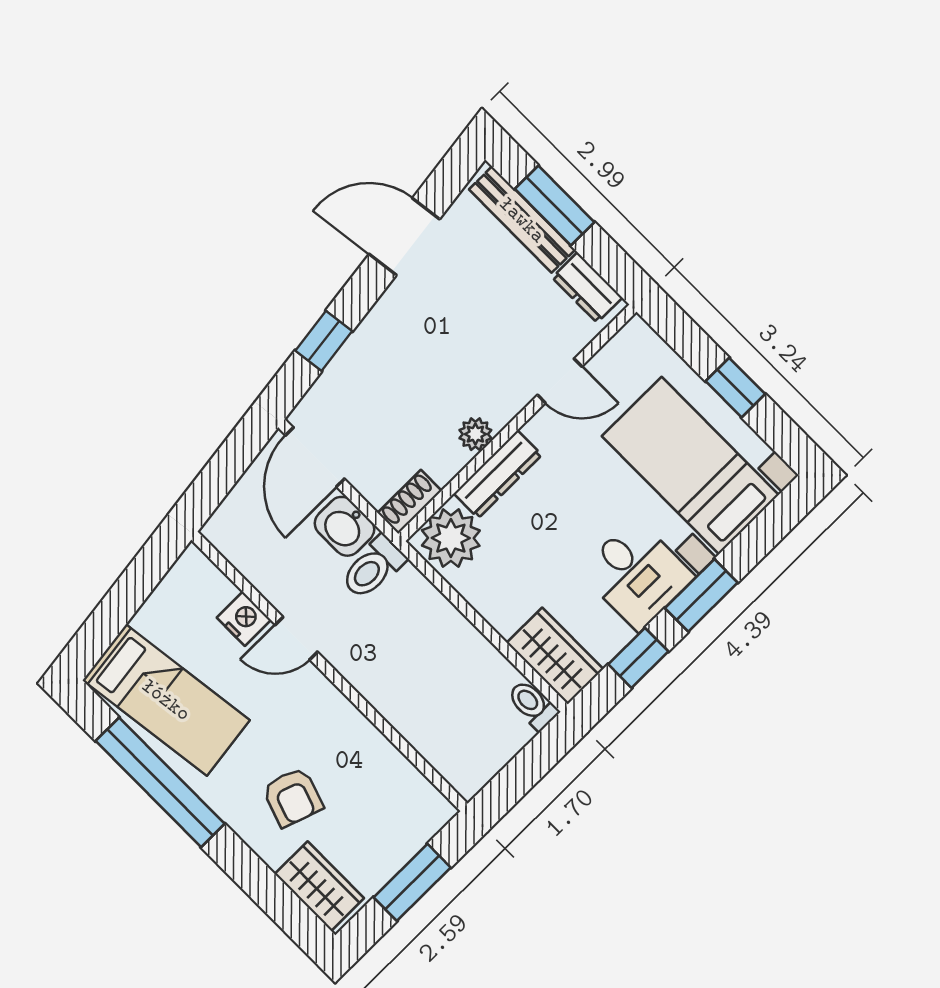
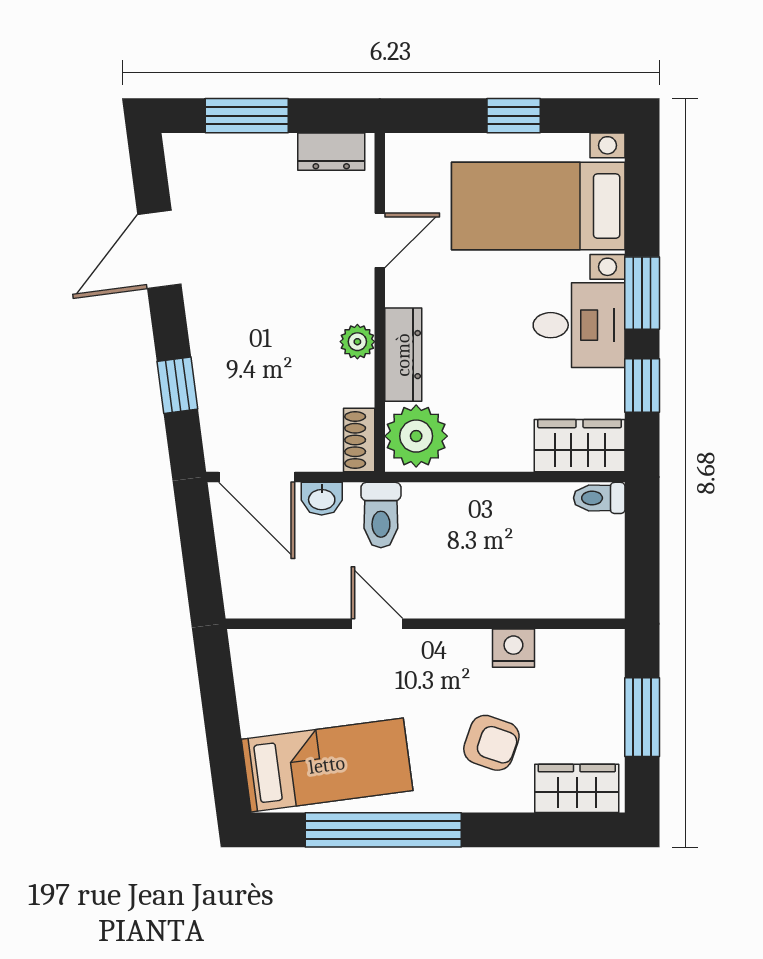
bench: (522, 220) -> (233, 150), removed
washbasin: (344, 526) -> (322, 499), width x0.72, depth x0.69
nightstand: (244, 619) -> (513, 648), moved
door: (296, 638) -> (377, 624), swing flipped

